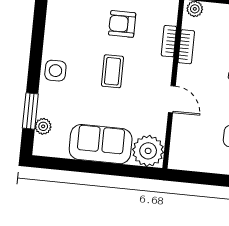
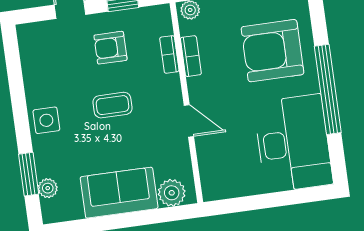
coffee table: (112, 71) -> (112, 105), turned 90
plant: (148, 151) -> (172, 193), width x0.73, depth x0.73

